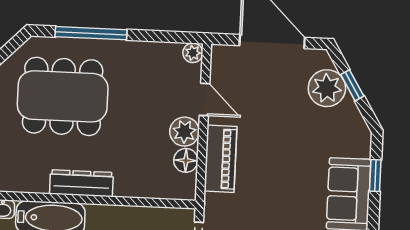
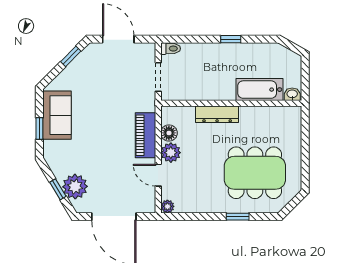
window: (91, 33) -> (238, 217), width x0.46
dresser: (81, 183) -> (217, 114), moved

